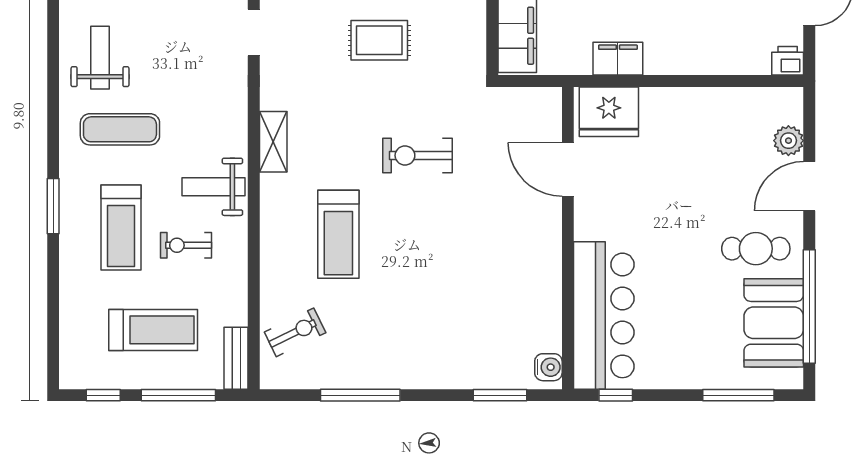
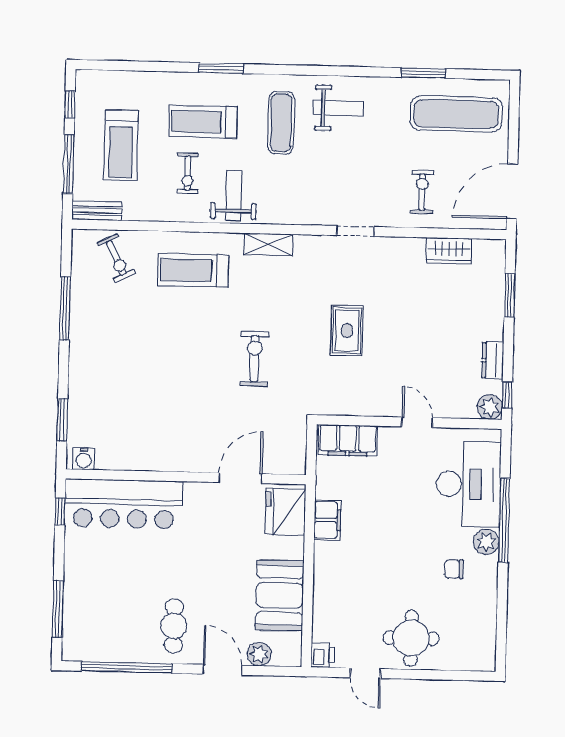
treadmill: (338, 234) -> (193, 270), moved
exercise bike: (186, 245) -> (188, 173), turned 180
booth: (774, 323) -> (280, 595), moved, turned 90

